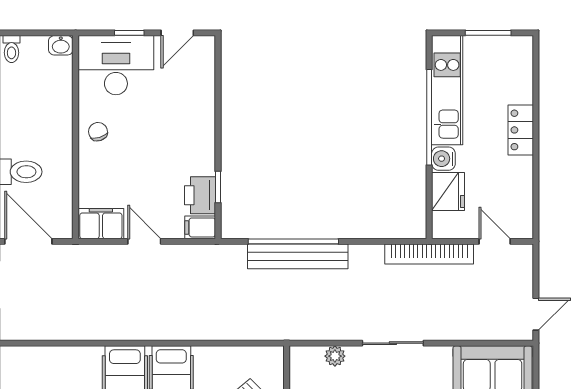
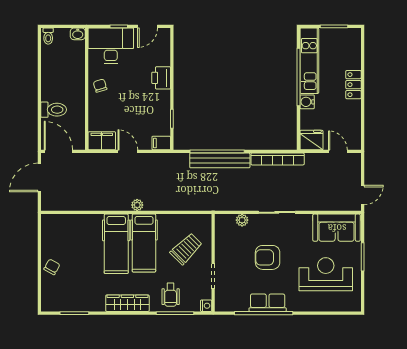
fridge: (448, 191) -> (311, 140), moved, turned -90
printer: (200, 195) -> (161, 78), moved
bookcase: (429, 254) -> (278, 159), moved
plant: (160, 331) -> (137, 205), added

